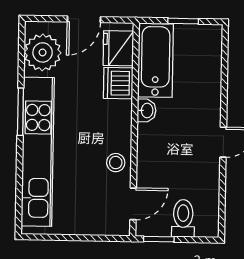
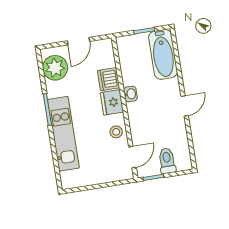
fridge: (118, 48) -> (112, 102), moved
bathtub: (156, 60) -> (163, 54), moved, turned 180
kitchen unit: (38, 152) -> (63, 134), width x0.73

